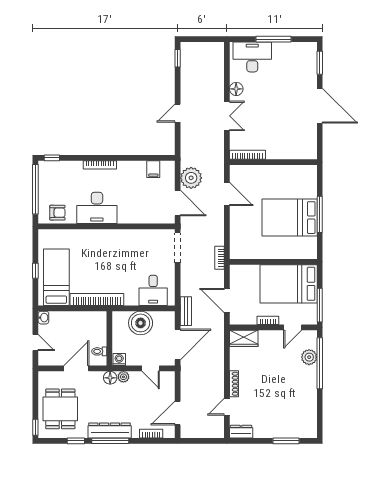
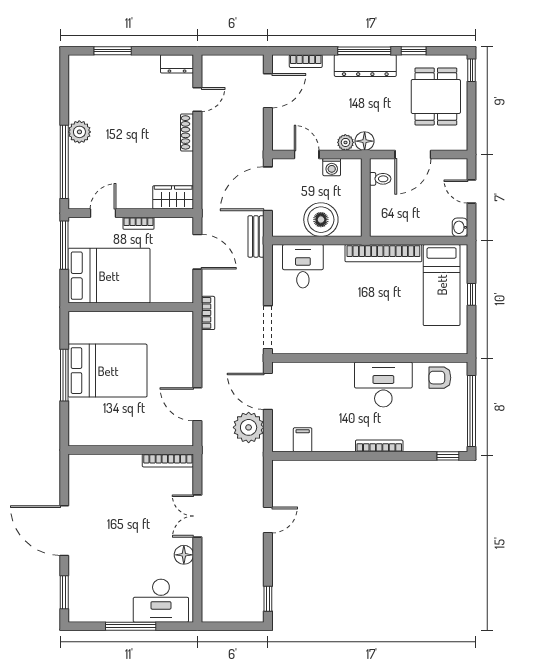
plant: (309, 357) -> (79, 132), moved
washing machine: (119, 360) -> (332, 167), moved

